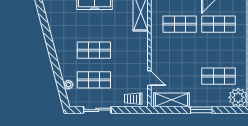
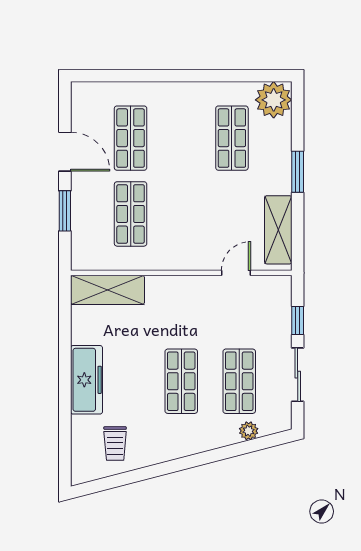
trolley: (133, 99) -> (115, 444), moved
window: (125, 110) -> (298, 320), added

